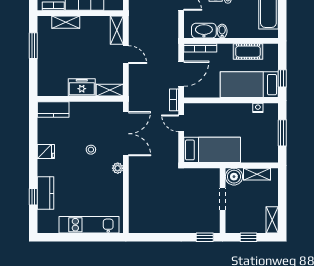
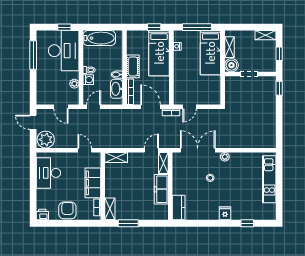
shelving: (66, 22) -> (110, 209), moved
cot: (248, 52) -> (133, 66), moved
door: (126, 55) -> (151, 150), moved
freezer: (82, 87) -> (161, 189), width x1.40
window: (282, 133) -> (197, 27), width x1.44
bed: (212, 150) -> (210, 53), moved, turned 180
fridge: (46, 152) -> (225, 213), moved
kitchen counter: (46, 193) -> (244, 214), removed

